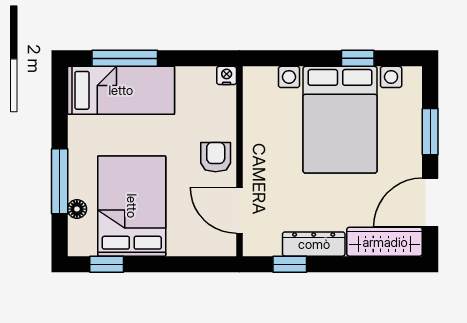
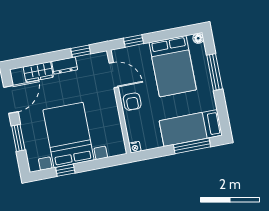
floor lamp: (77, 209) -> (198, 38), moved
wardrobe: (385, 242) -> (38, 72), width x0.67
dresser: (314, 244) -> (65, 66), width x0.70
window: (107, 264) -> (133, 41), moved

